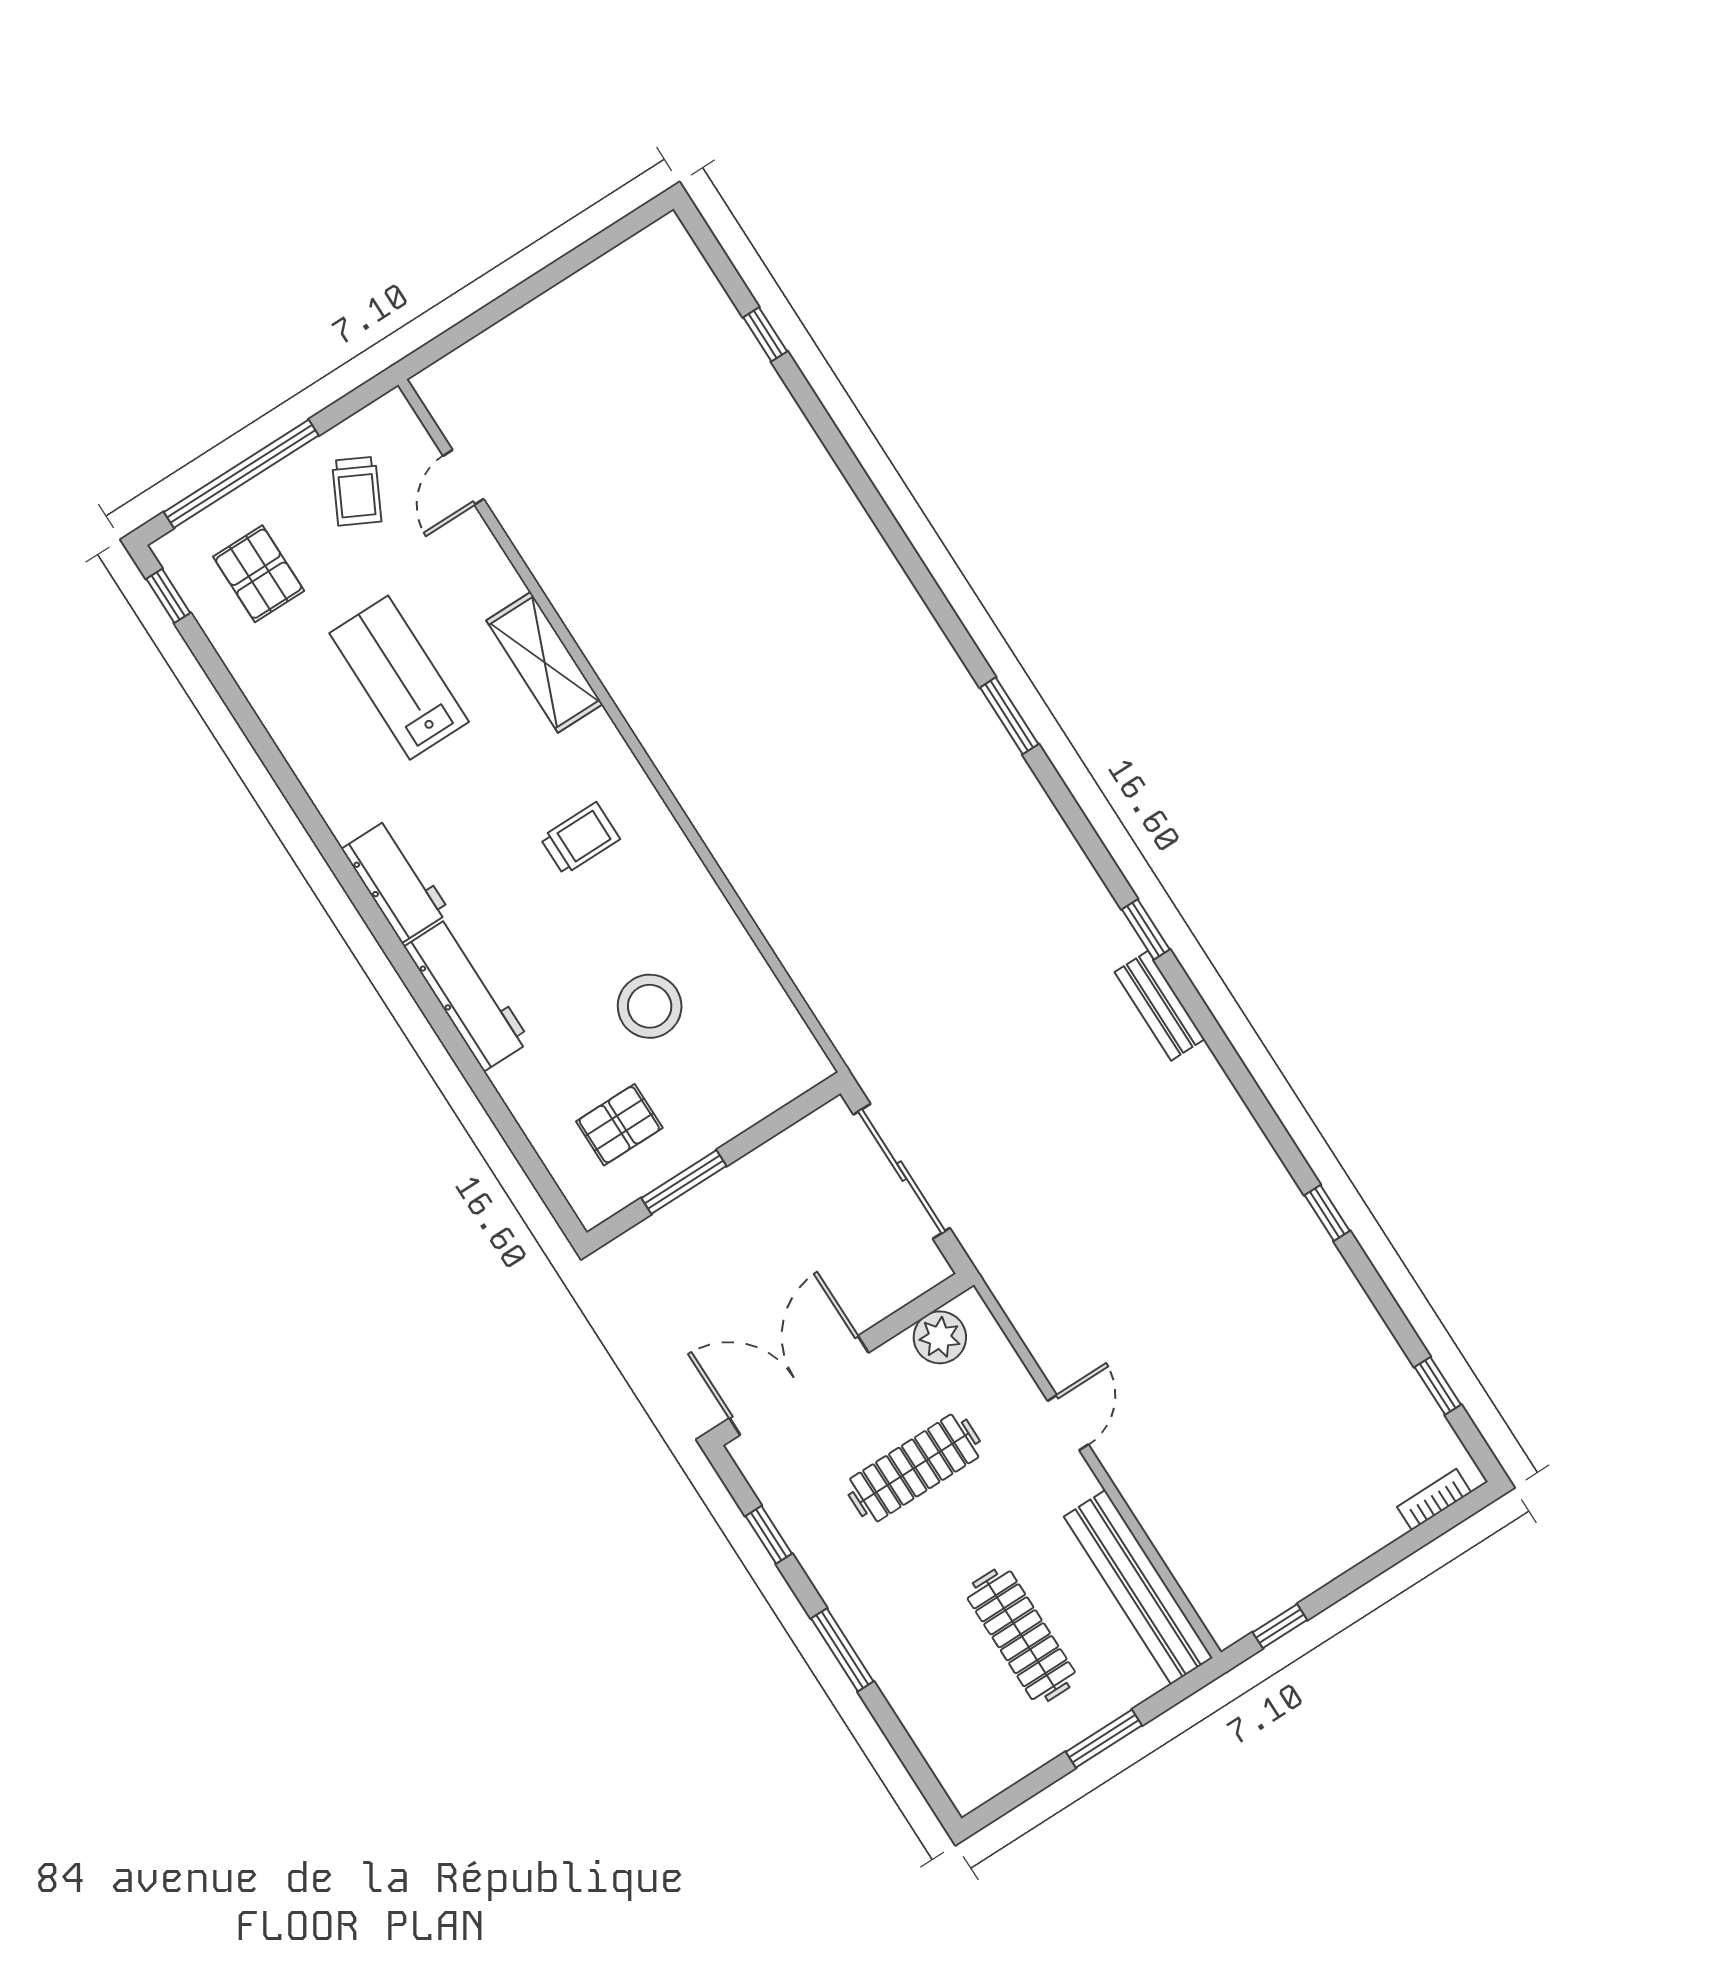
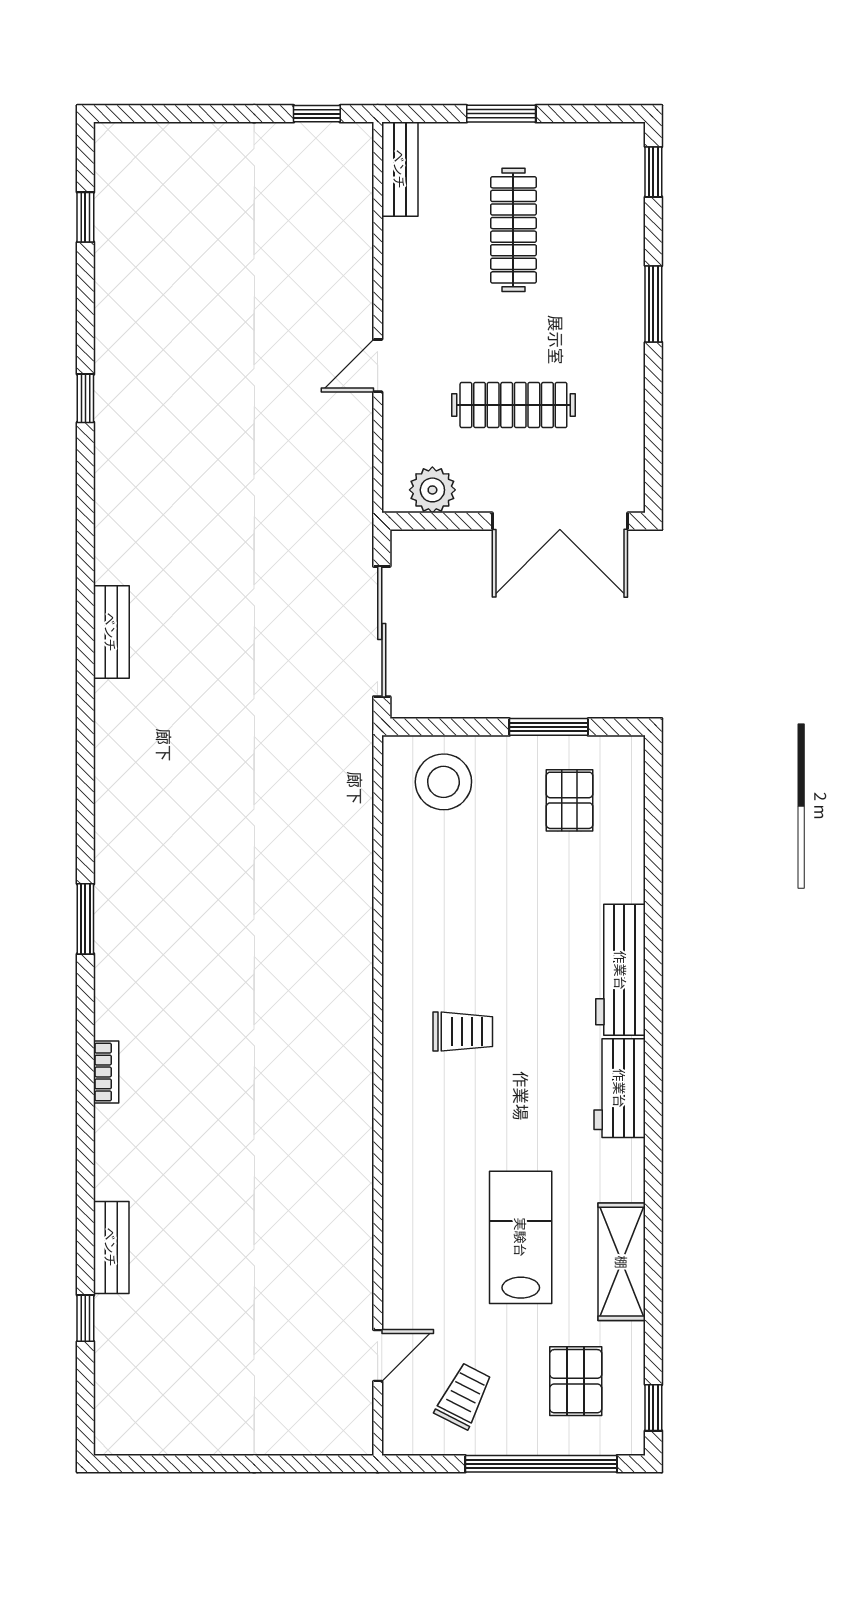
bench: (784, 418) -> (111, 1247), added
shelving: (545, 662) -> (622, 1262), moved
lab bench: (399, 678) -> (521, 1237), turned 180
trolley: (580, 839) -> (463, 1032), turned 180
window: (1146, 929) -> (85, 695), removed
stool: (650, 1006) -> (443, 782), moved
pallet: (619, 1125) -> (570, 800), turned 90
bookcase: (1434, 1500) -> (106, 1072), moved, turned -90
window: (769, 1535) -> (653, 172), moved
bench: (1138, 1587) -> (400, 169), width x0.54, depth x0.82

